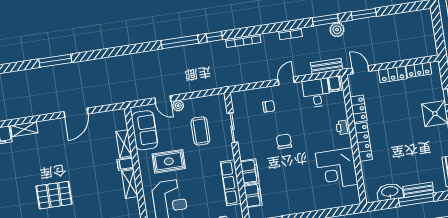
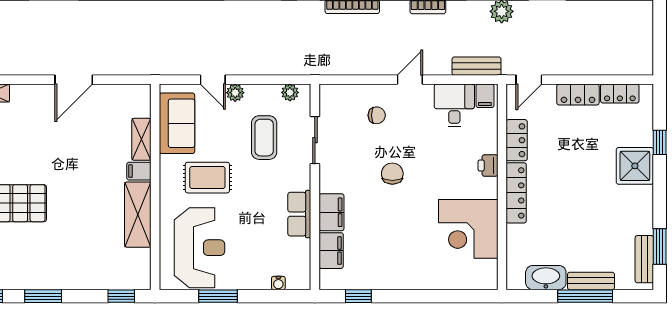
door: (361, 70) -> (529, 80), swing flipped
plant: (212, 100) -> (290, 92), added
row of seats: (231, 183) -> (299, 214), width x0.68
shelving: (130, 184) -> (138, 215), width x1.50, depth x1.33

